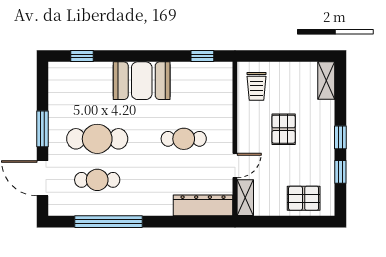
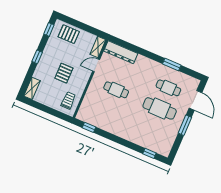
booth: (142, 81) -> (125, 128), removed
window: (340, 172) -> (49, 29), moved
window: (109, 222) -> (172, 64), width x0.47

